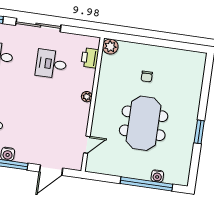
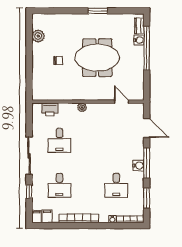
plant: (110, 47) -> (38, 36), moved
dresser: (174, 179) -> (139, 26), added

